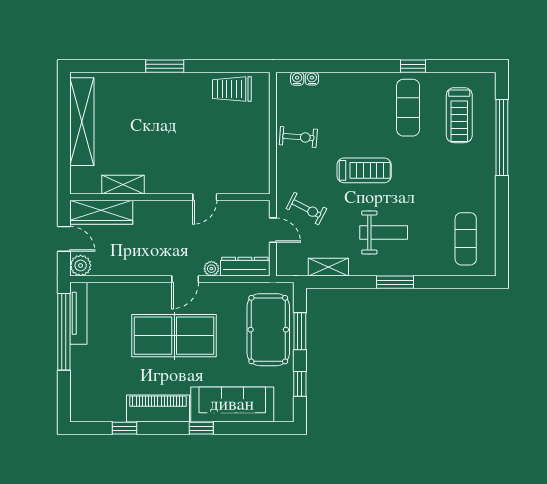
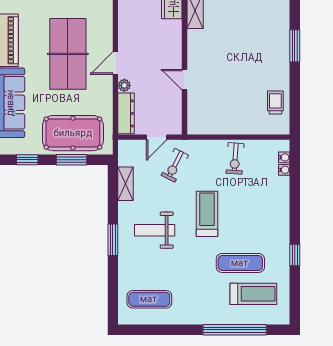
trolley: (232, 89) -> (275, 103), width x0.73, depth x0.72
exercise mat: (408, 108) -> (240, 263), moved
treadmill: (459, 115) -> (253, 294), turned 180
treadmill: (364, 170) -> (207, 214), turned 180
weight bench: (384, 233) -> (155, 230), turned 90
door: (185, 279) -> (115, 63), hinge flipped

